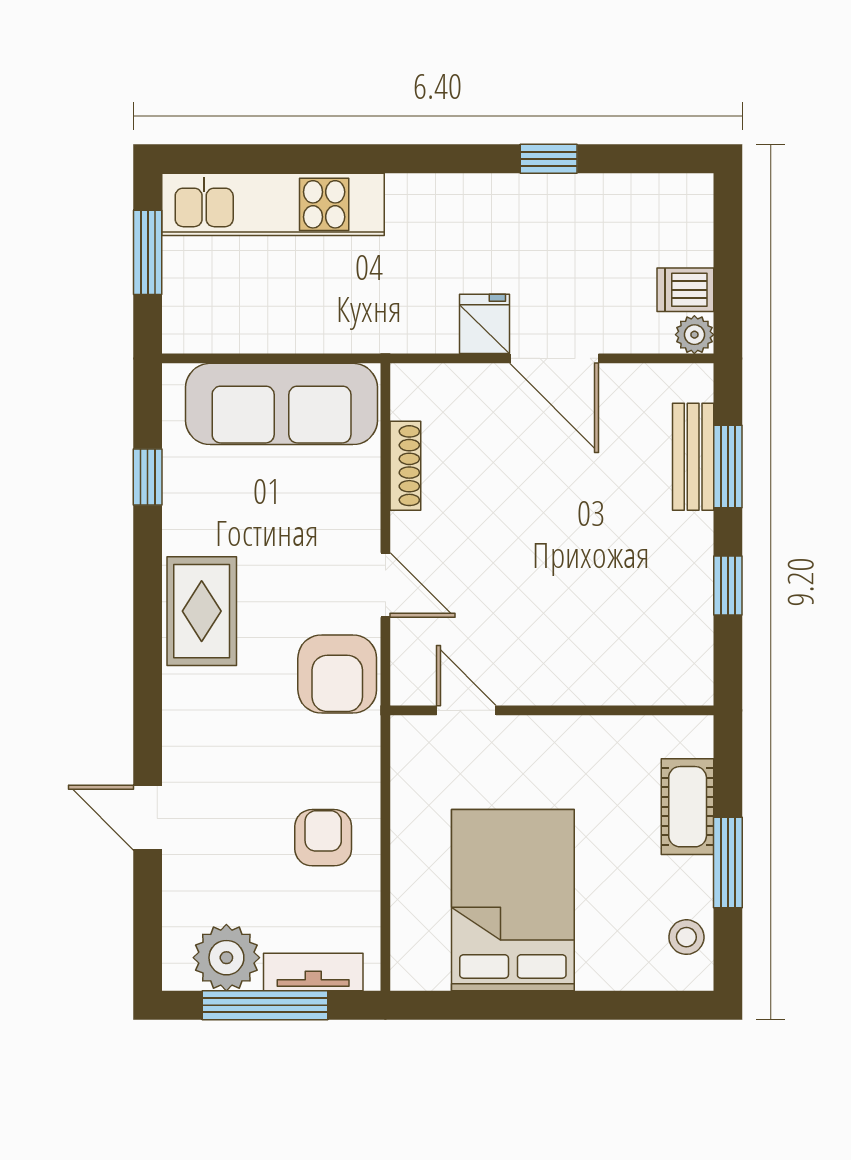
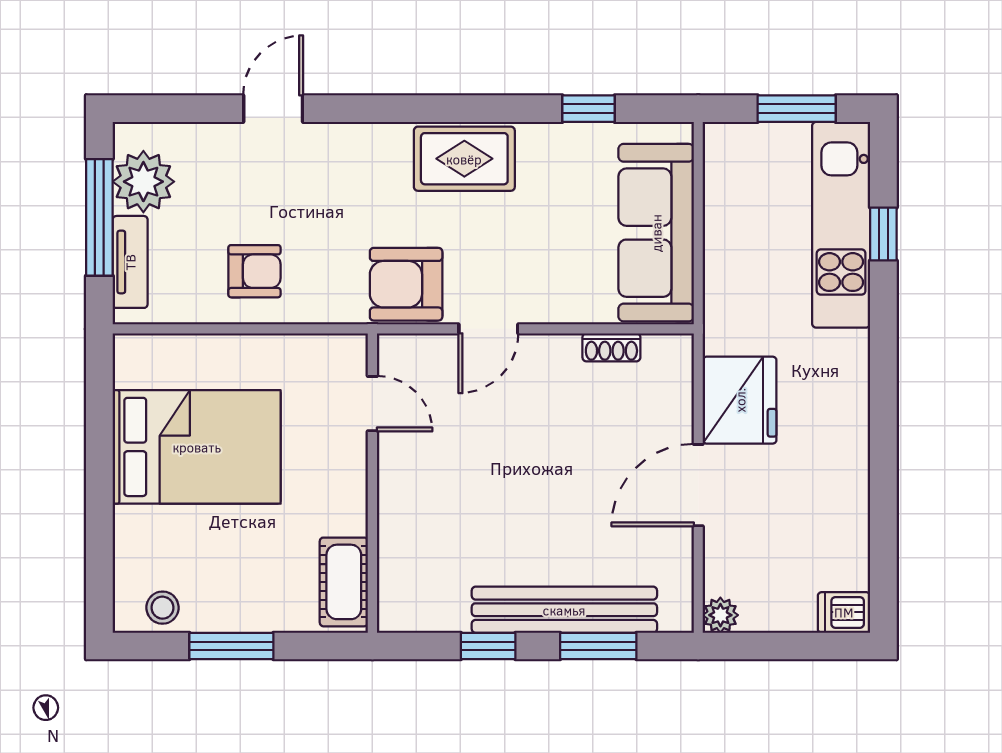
window: (549, 159) -> (883, 234), moved
dishwasher: (685, 290) -> (844, 612), moved, turned -90
fridge: (484, 324) -> (740, 400), width x1.88, depth x1.34
bench: (693, 457) -> (564, 610), width x1.86, depth x1.21
shoe rack: (405, 466) -> (611, 347), width x0.70
door: (466, 710) -> (372, 404), hinge flipped
cot: (688, 807) -> (344, 582), moved, turned 90

